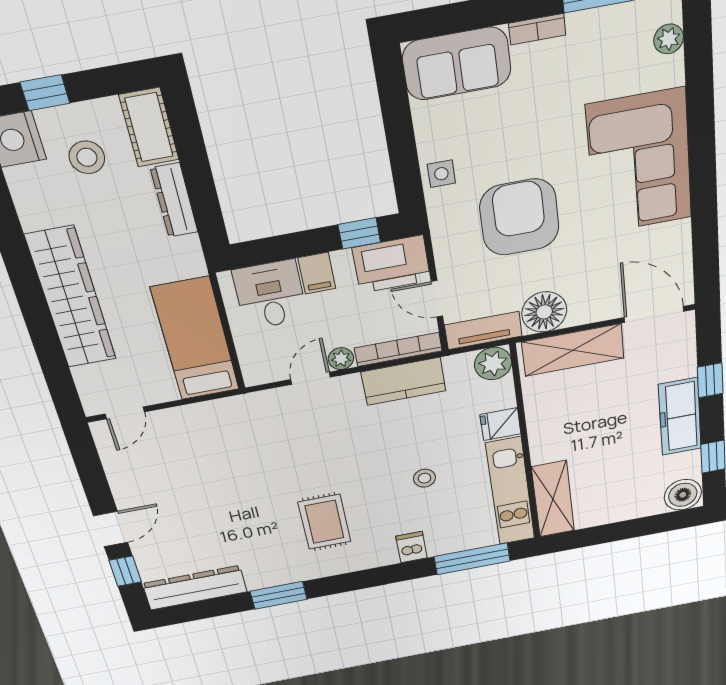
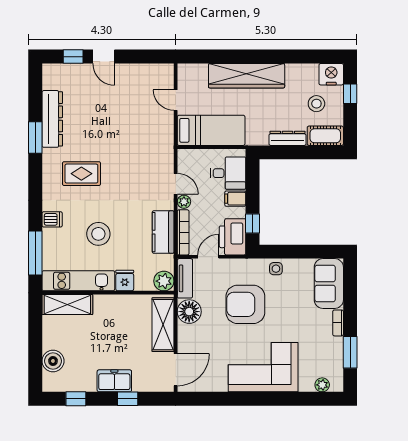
armchair: (519, 217) -> (245, 304), turned 180
door: (125, 413) -> (176, 100), moved
freezer: (680, 417) -> (114, 381), width x0.71
stool: (424, 478) -> (98, 234), width x1.89, depth x1.89
boiler: (683, 495) -> (53, 361), moved
dresser: (195, 588) -> (52, 119), moved

